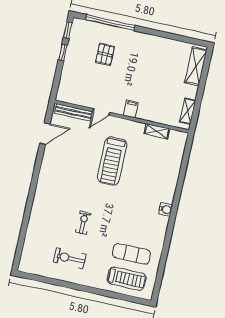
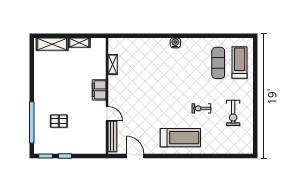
filing cabinet: (131, 109) -> (99, 90), width x2.00
shelving: (188, 111) -> (79, 43), moved
treadmill: (112, 161) -> (180, 138), moved

